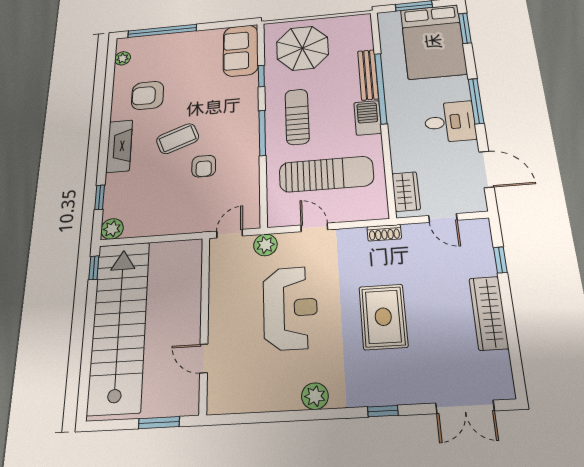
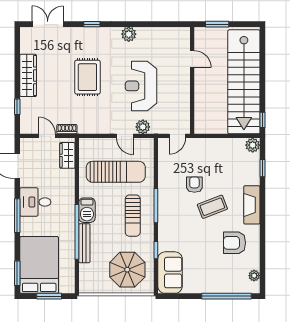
armchair: (148, 95) -> (235, 243), turned 180
sun lounger: (326, 174) -> (116, 172), turned 180
shoe rack: (384, 233) -> (67, 129), moved
plant: (265, 245) -> (143, 127), moved

